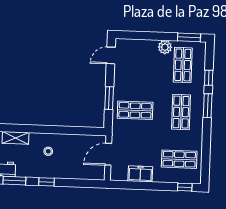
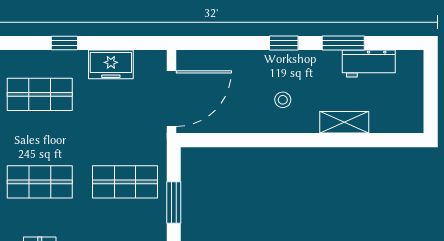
shop shelf: (181, 112) -> (40, 182), turned 90
door: (108, 154) -> (171, 99), width x1.36
window: (185, 187) -> (64, 43), moved

